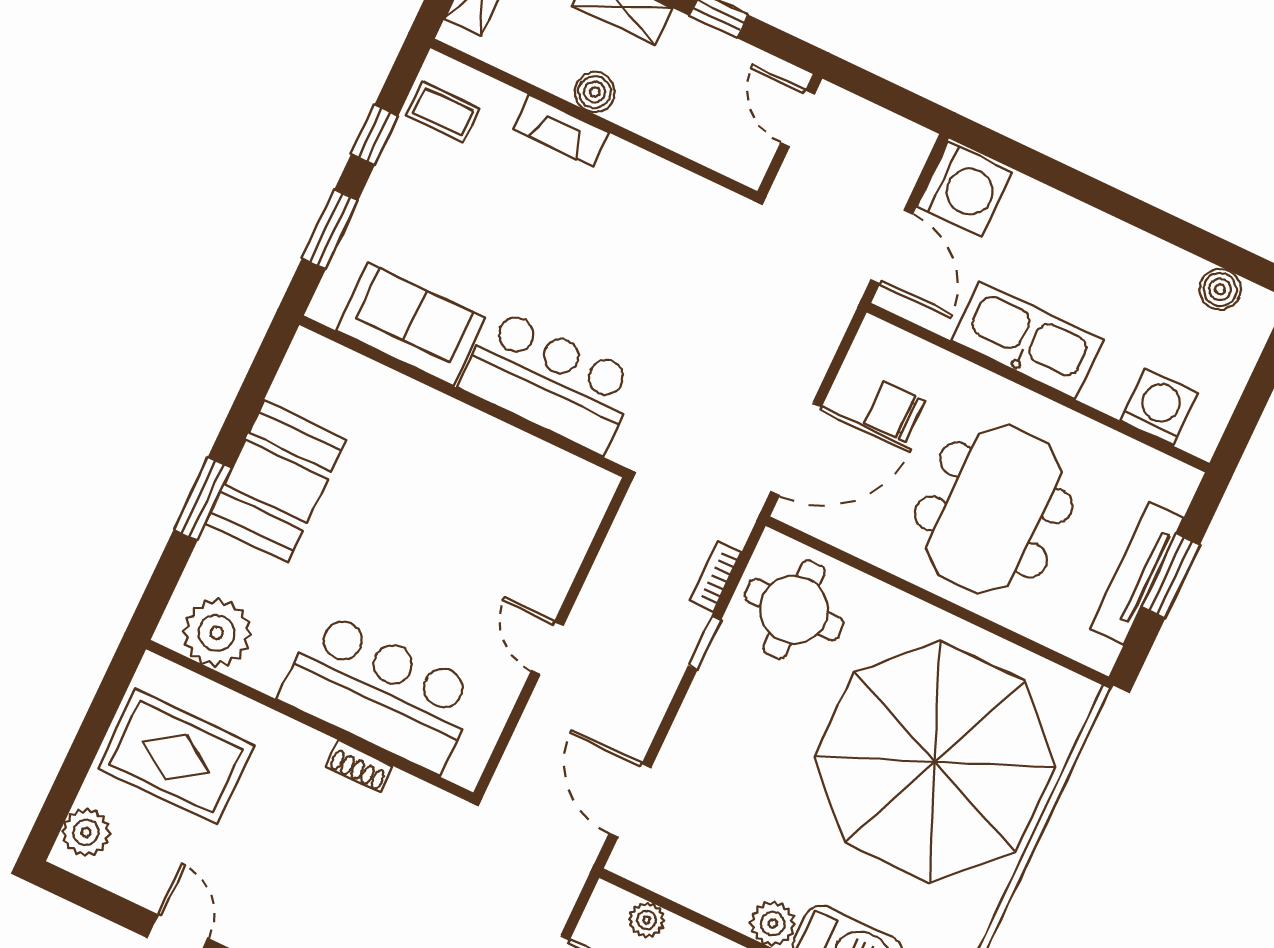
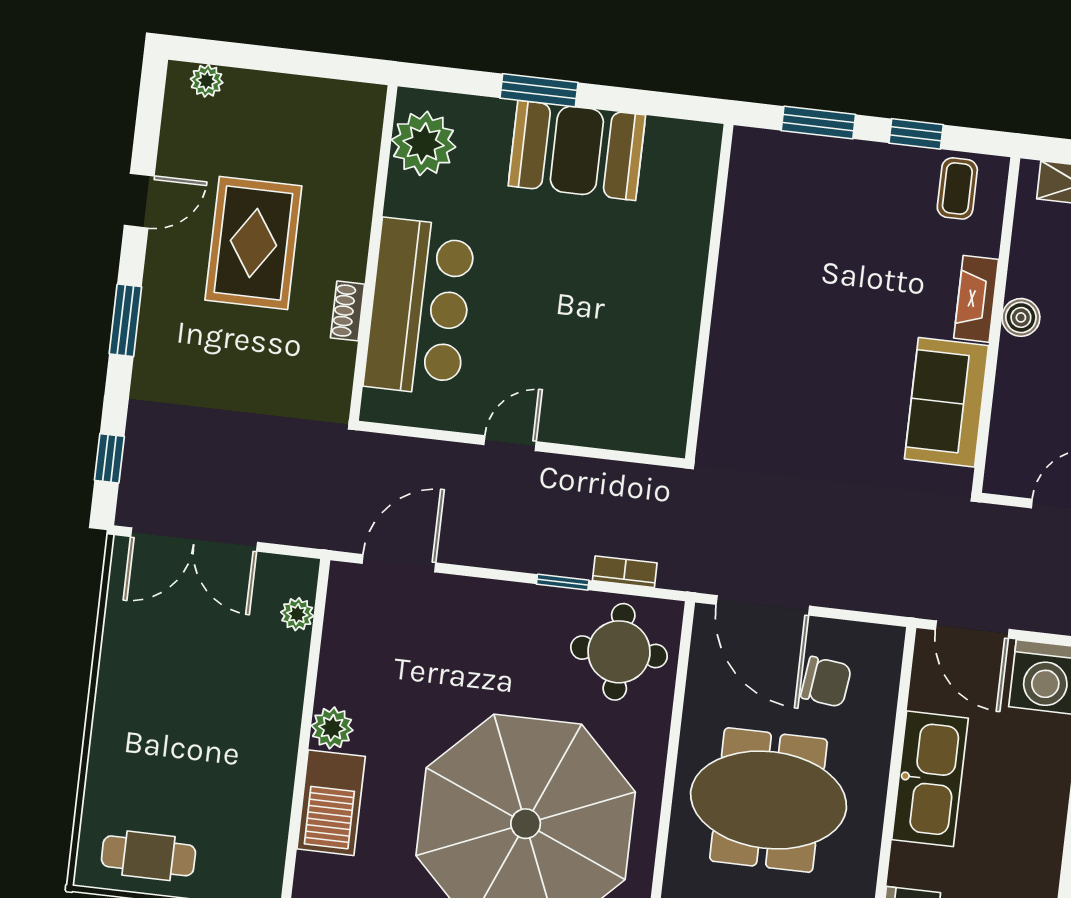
door: (892, 247) -> (972, 630), hinge flipped
sofa: (411, 324) -> (947, 402), moved, turned 180
bar counter: (549, 381) -> (749, 364), removed
chair: (894, 412) -> (826, 682), turned 97
rug: (176, 757) -> (253, 243), moved
plant: (86, 832) -> (207, 81), width x0.73, depth x0.73

